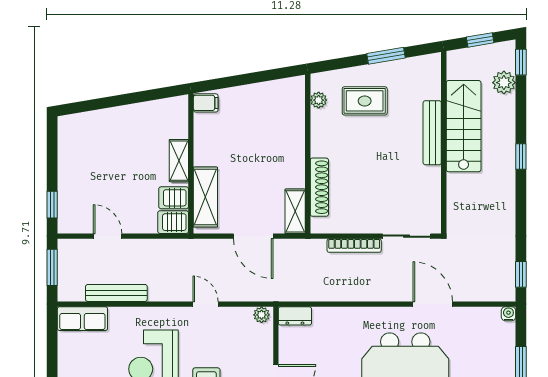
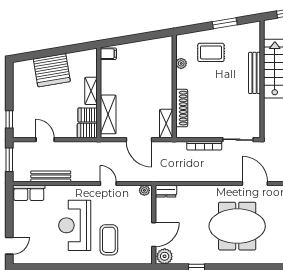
plant: (319, 100) -> (181, 63), moved
server rack: (118, 128) -> (52, 70), added

